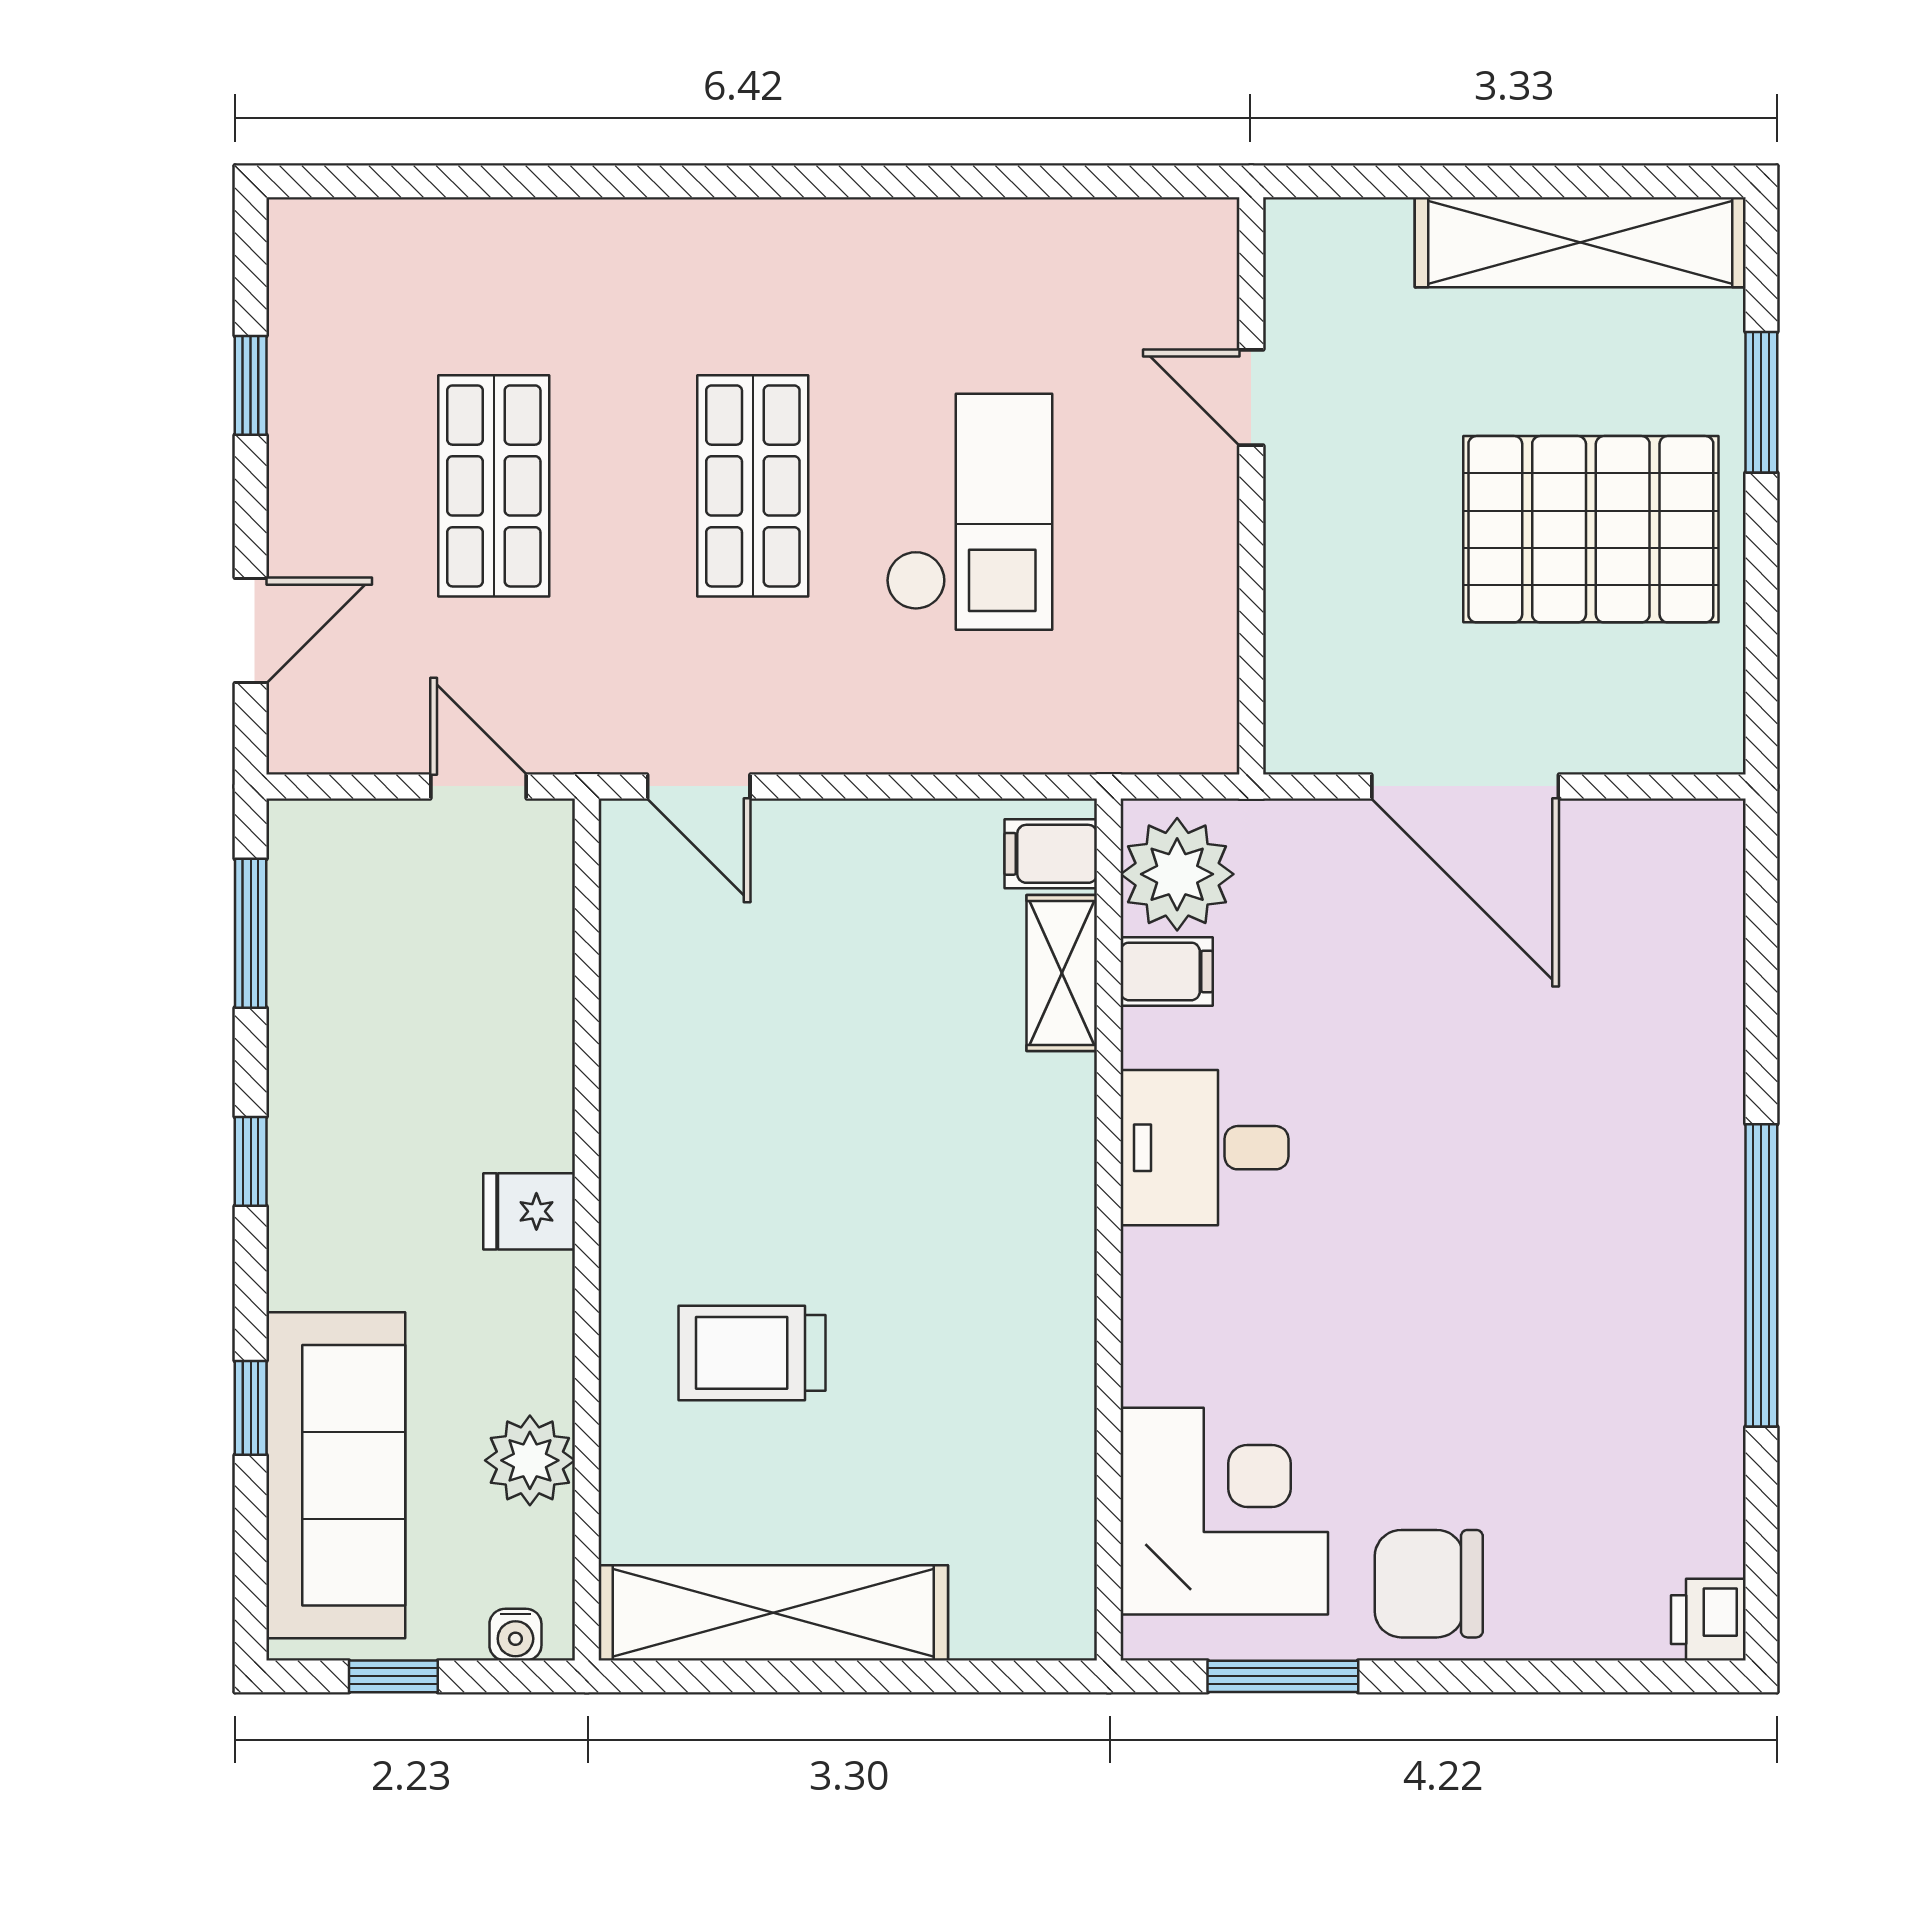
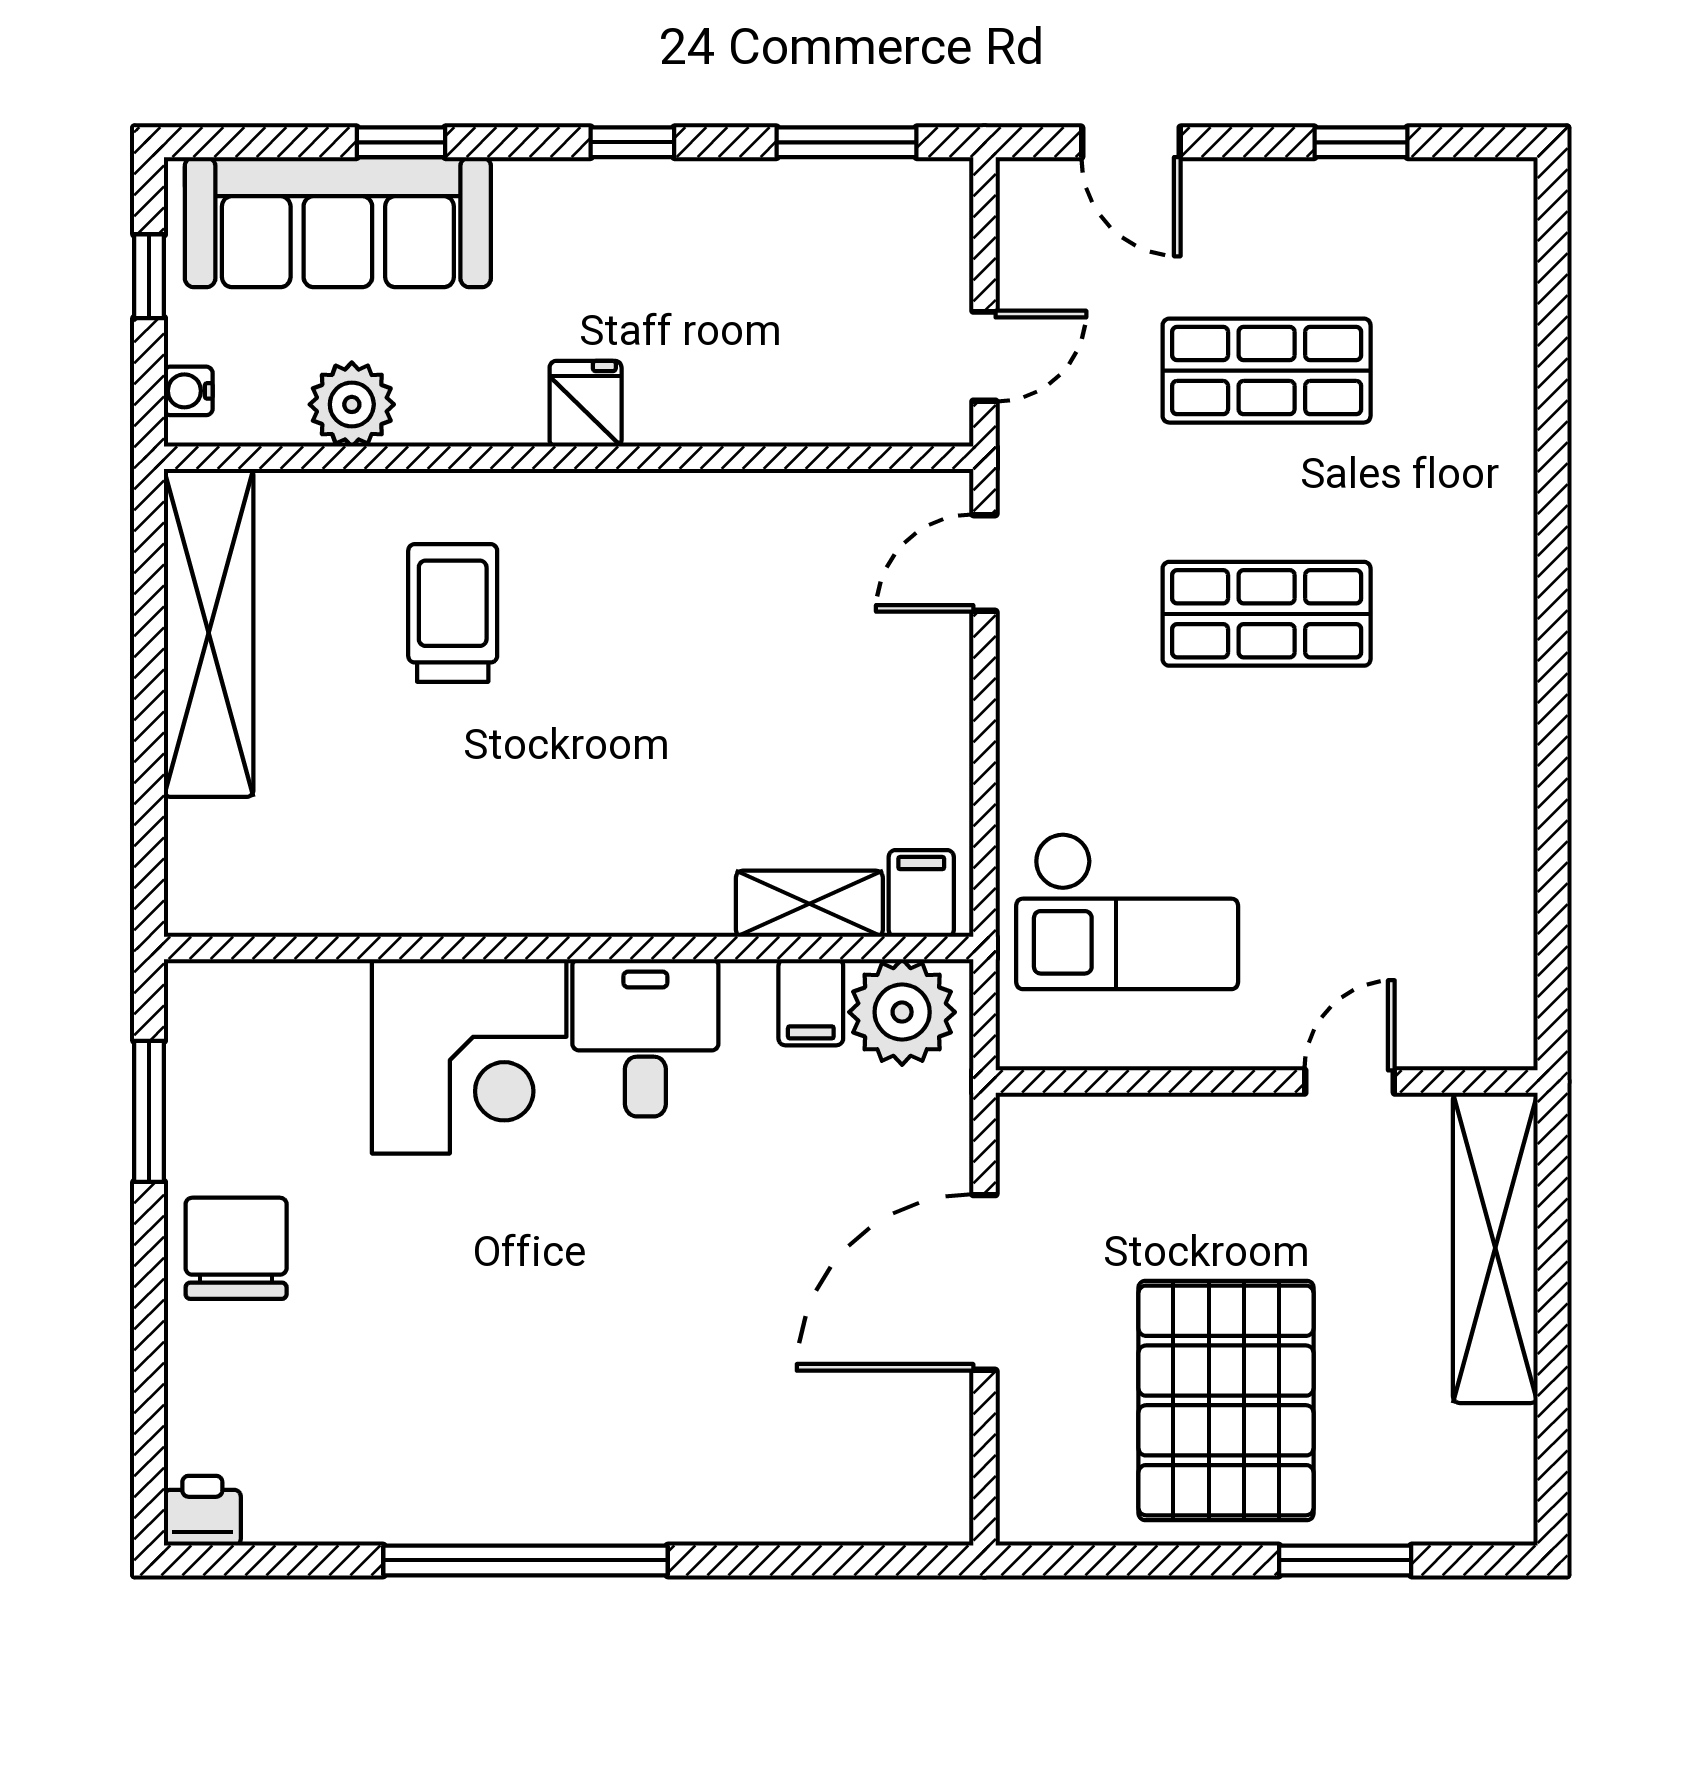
shelving: (1580, 242) -> (1495, 1248), moved
checkout: (969, 512) -> (1127, 911), moved
corner desk: (1224, 1511) -> (469, 1056), moved

